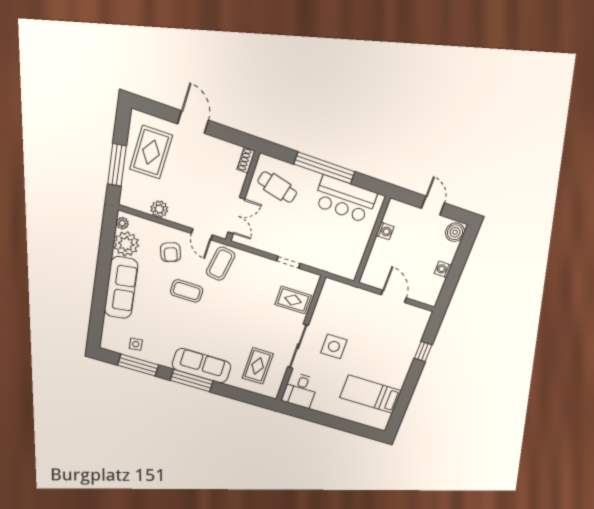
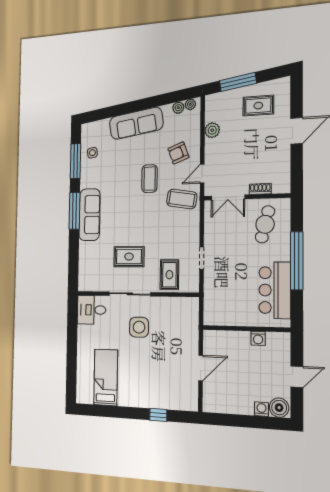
rug: (151, 152) -> (258, 106), width x0.73, depth x0.70
shoe rack: (246, 160) -> (260, 189), moved
plant: (126, 244) -> (178, 108), width x0.53, depth x0.53
washing machine: (443, 269) -> (262, 409), moved
rug: (258, 366) -> (129, 257), moved

